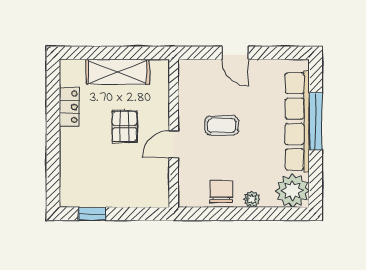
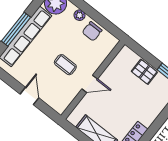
pallet: (125, 127) -> (144, 72), moved, turned 90
door: (174, 144) -> (90, 84), moved

